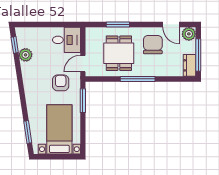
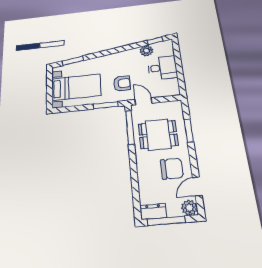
desk: (66, 40) -> (163, 68), moved, turned -90
window: (138, 79) -> (130, 127), moved

